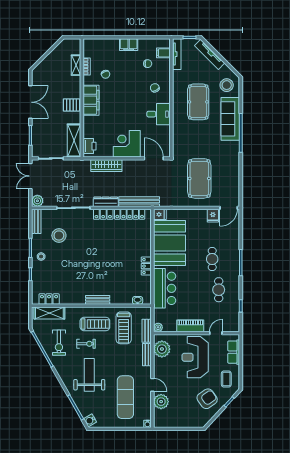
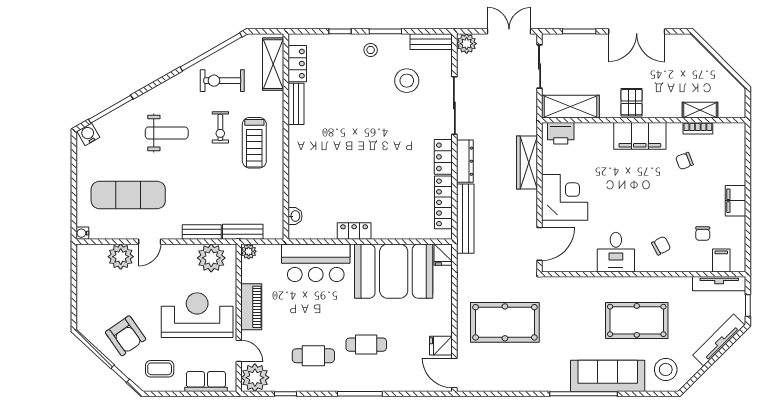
bench: (98, 300) -> (296, 104), moved
plant: (231, 324) -> (255, 378), added
treadmill: (124, 328) -> (248, 192), removed
weight bench: (89, 375) -> (167, 133), width x0.73, depth x0.75

